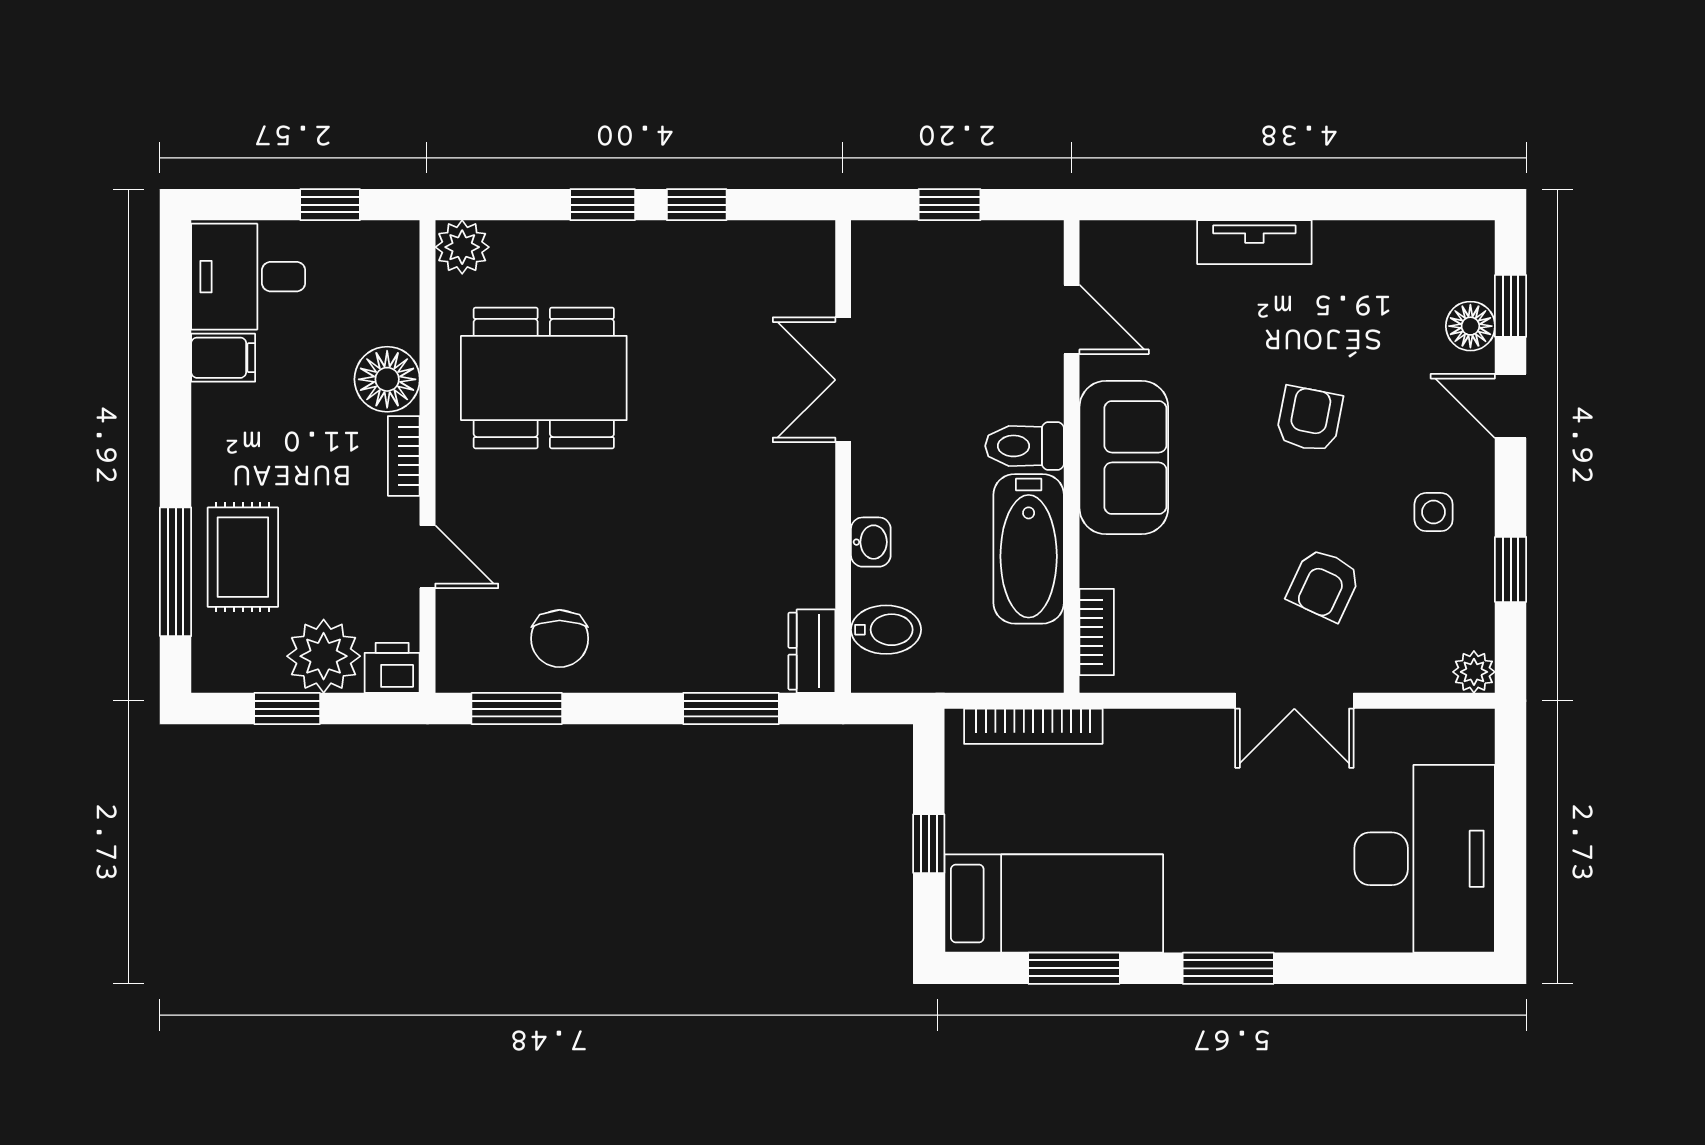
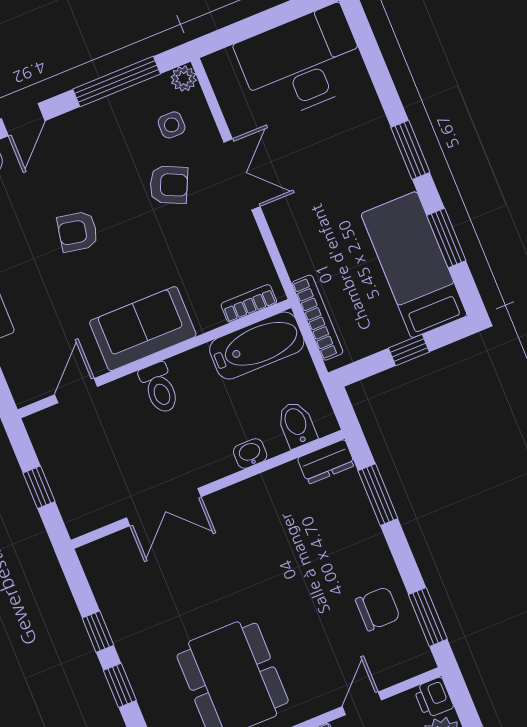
side table: (1434, 512) -> (172, 125), moved
bathtub: (1029, 549) -> (257, 346), moved
window: (1511, 569) -> (117, 82), width x2.17

